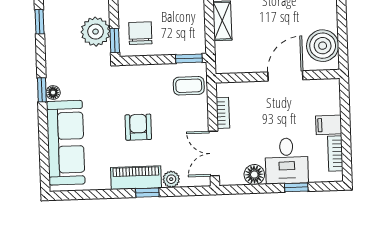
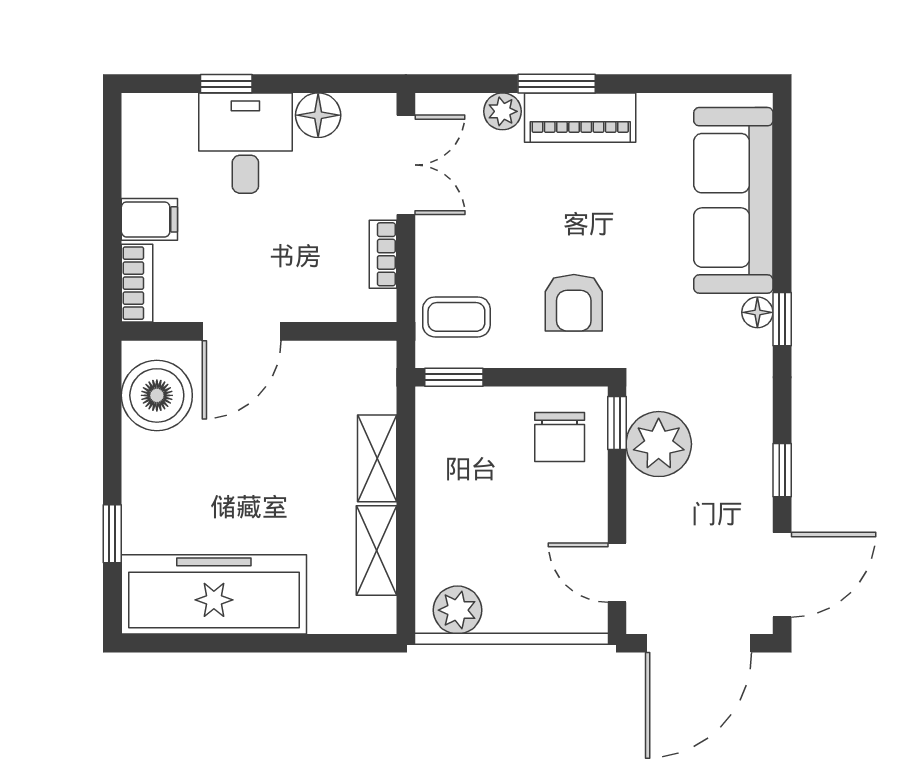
armchair: (138, 127) -> (574, 303), moved
bookcase: (335, 153) -> (137, 283), moved
window: (147, 193) -> (557, 84), width x1.50

